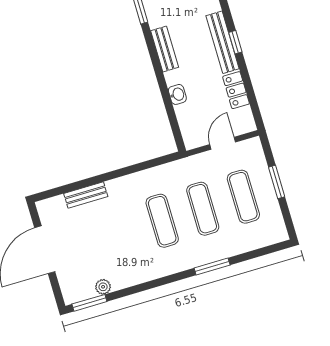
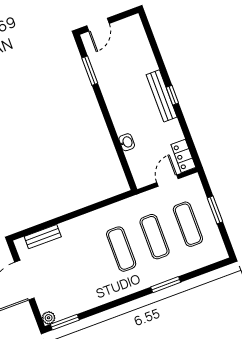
bench: (165, 49) -> (113, 105), removed
locker: (236, 90) -> (183, 156), moved
bench: (86, 195) -> (43, 237), moved
plant: (103, 287) -> (49, 318), moved

